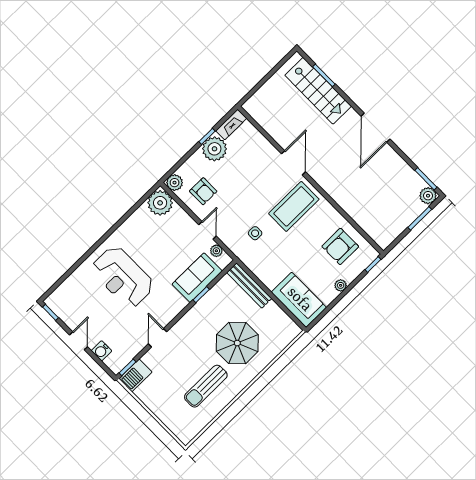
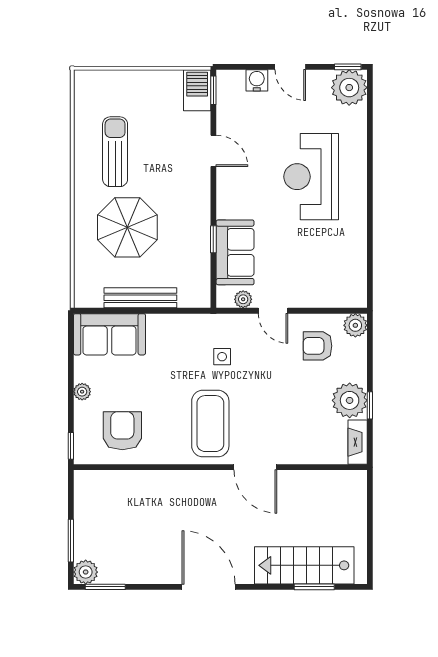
plant: (160, 203) -> (349, 88), moved
reception desk: (123, 277) -> (311, 177), turned -90
bench: (249, 285) -> (140, 298), moved

